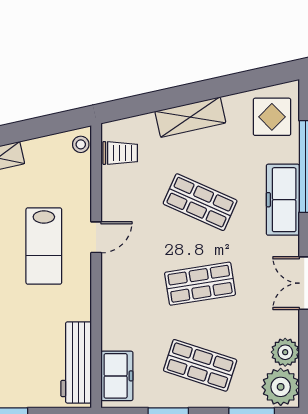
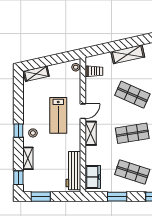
shelving: (112, 284) -> (91, 133), added

